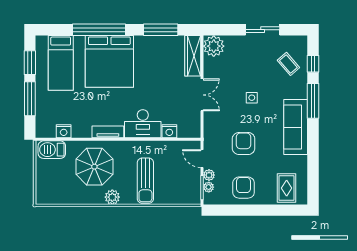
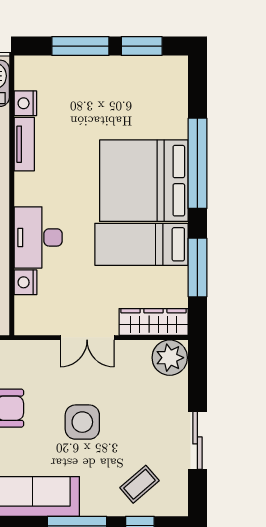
bed: (61, 63) -> (141, 244), moved
side table: (252, 98) -> (82, 422), width x1.87, depth x1.87
tv unit: (108, 132) -> (24, 144), moved

